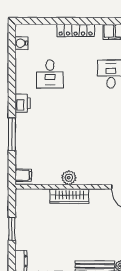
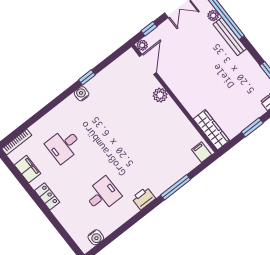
locker: (76, 30) -> (47, 196), width x0.66
plant: (69, 178) -> (160, 95), moved
wardrobe: (69, 196) -> (211, 130), moved

